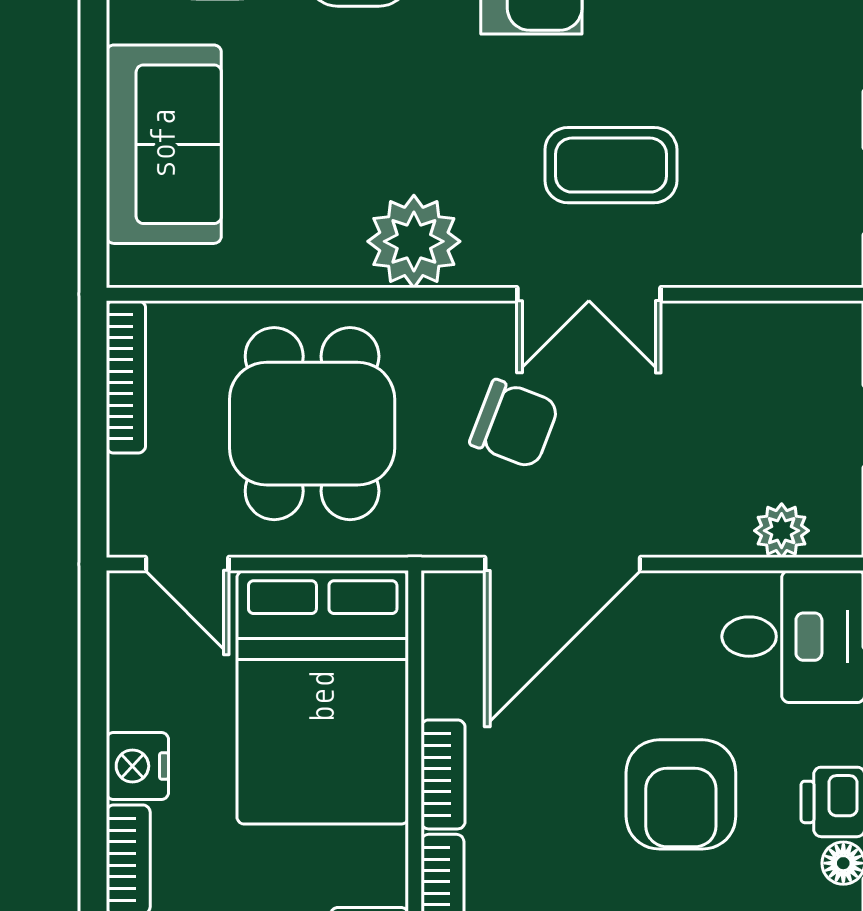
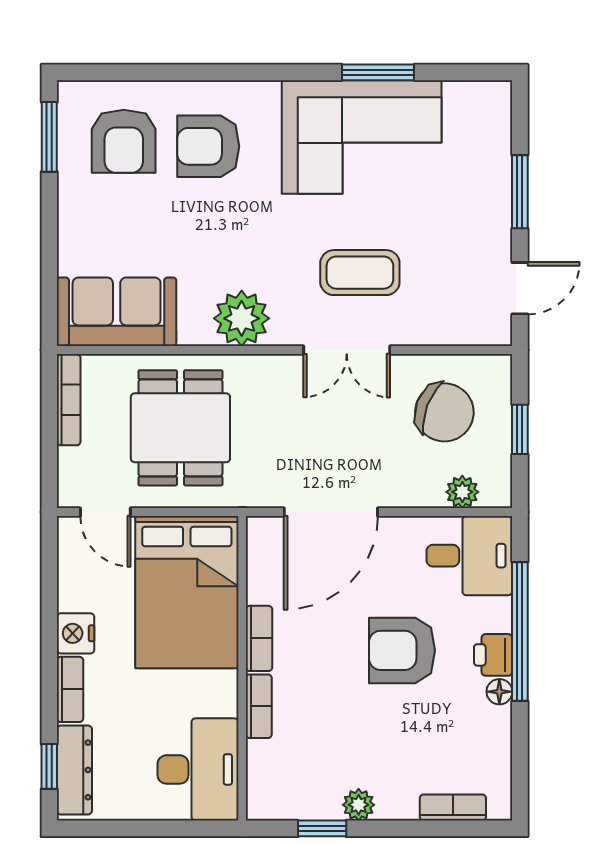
sofa: (164, 144) -> (117, 312), moved, turned -90
chair: (514, 424) -> (444, 412), moved, width x1.37, depth x1.37
armchair: (681, 794) -> (402, 650), turned 90

